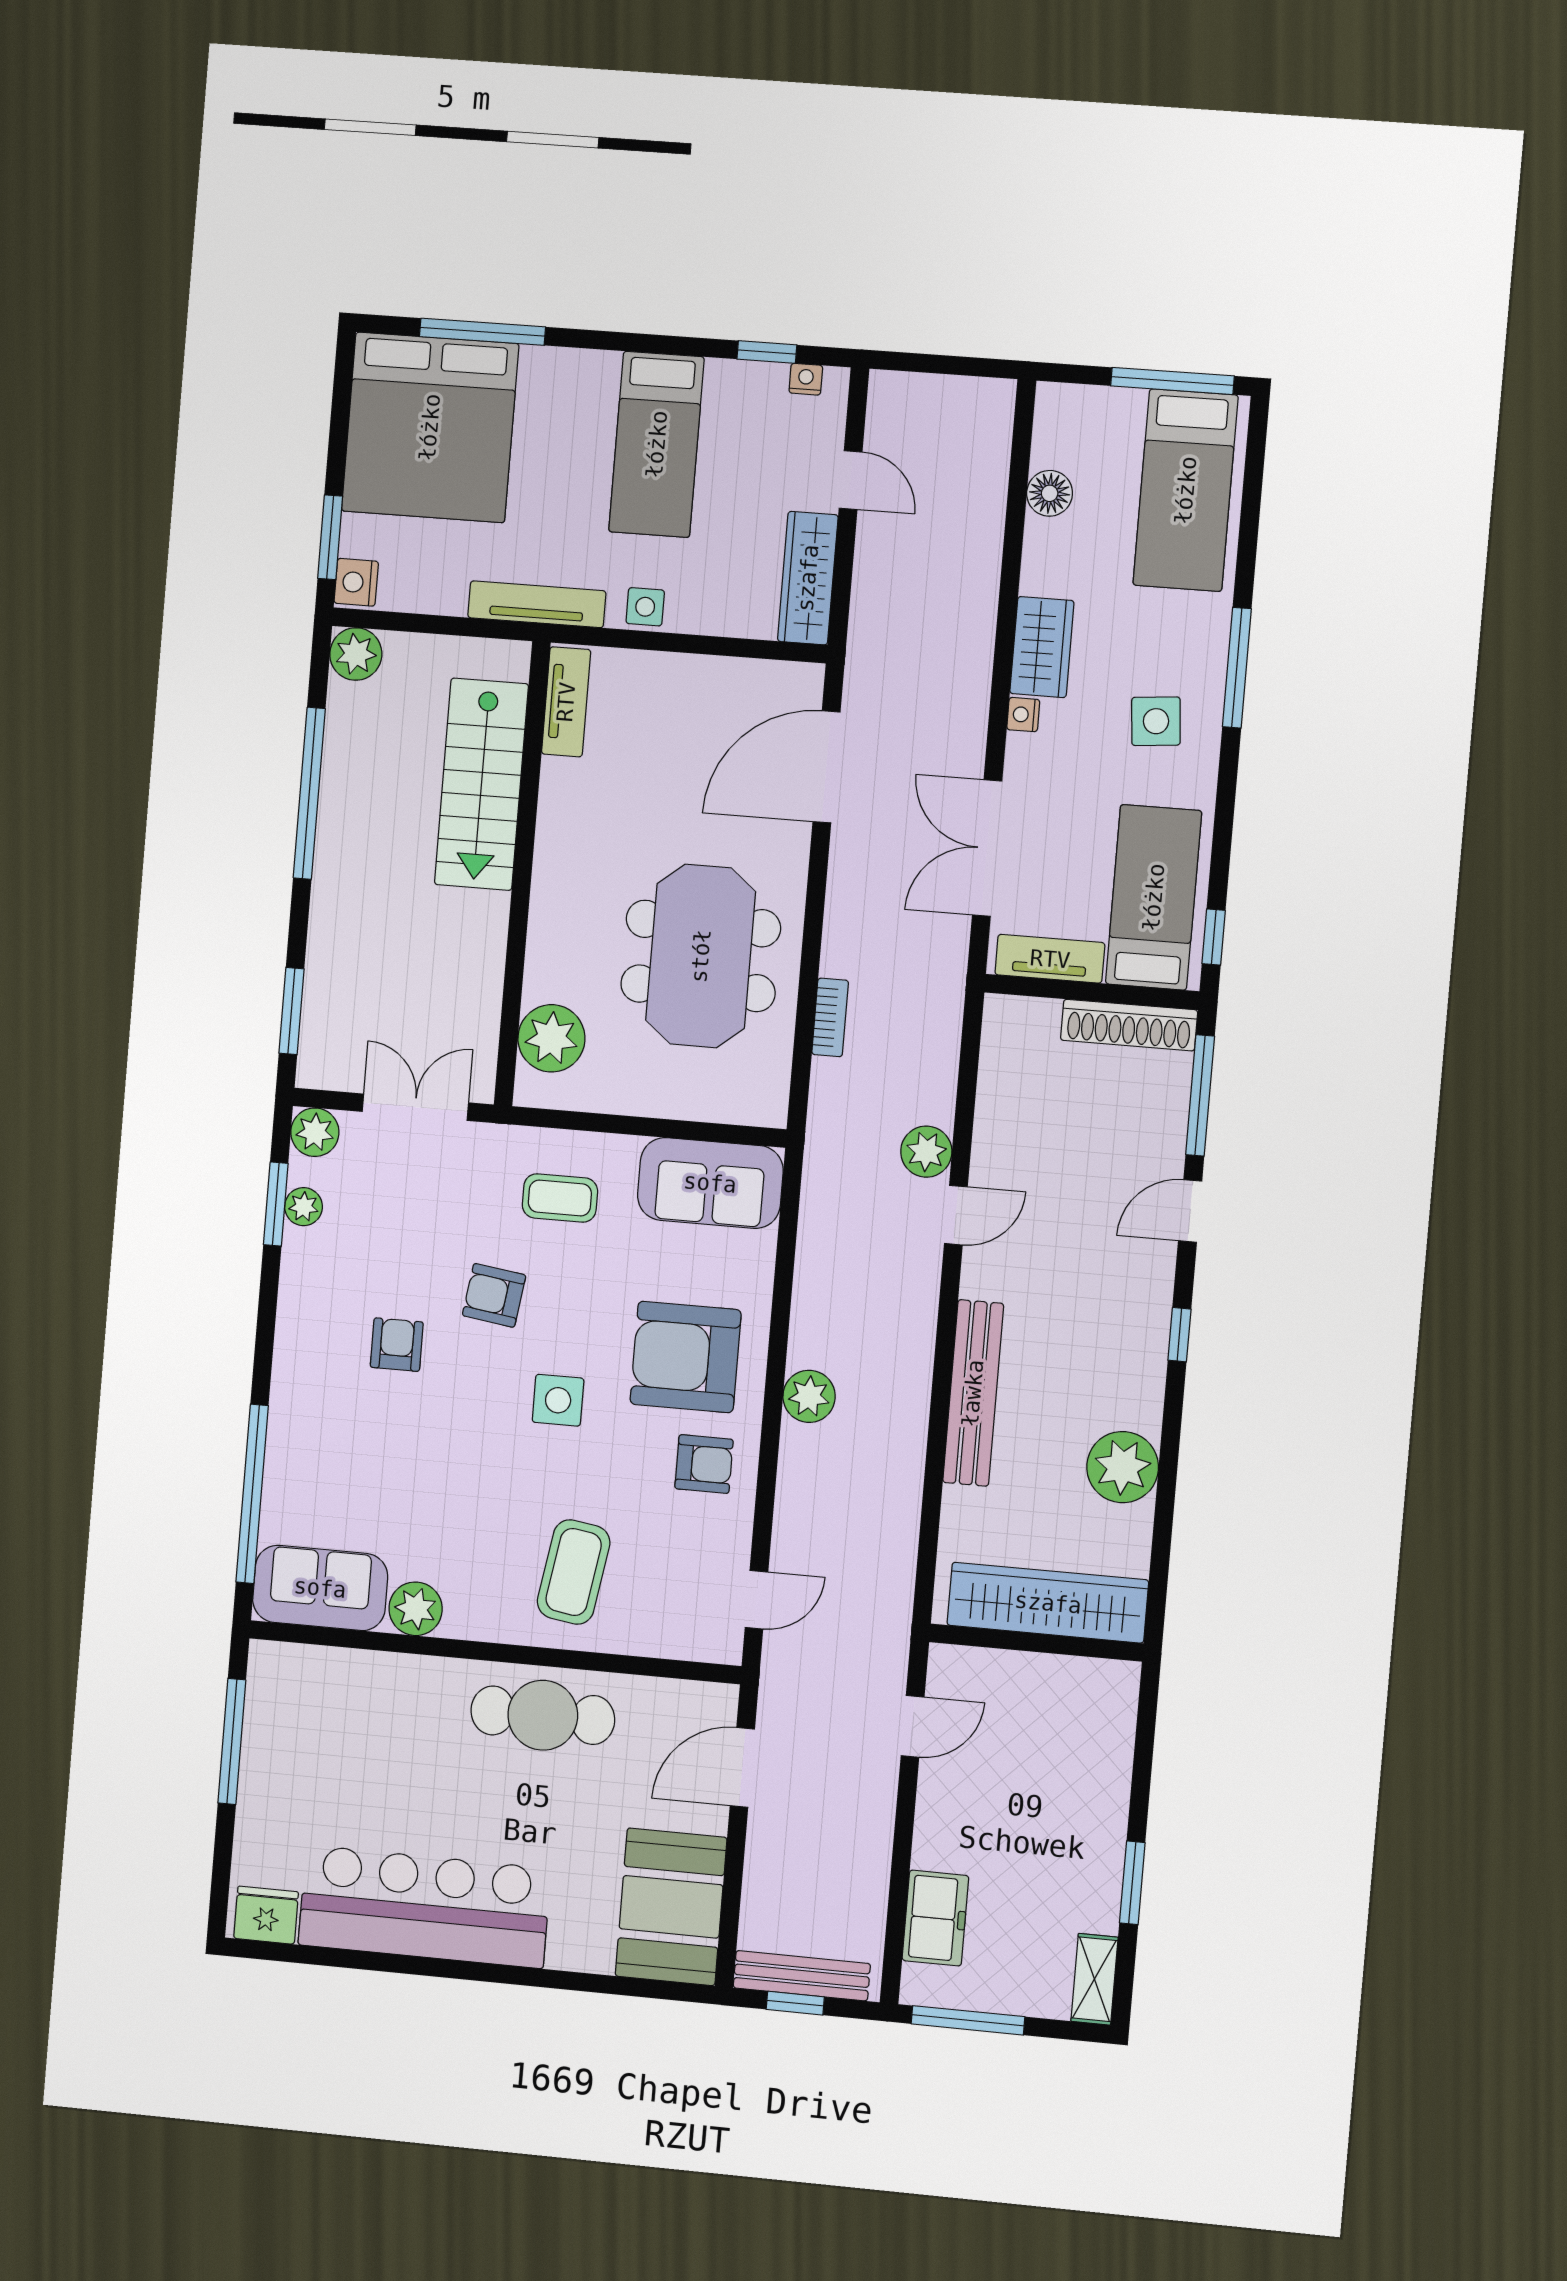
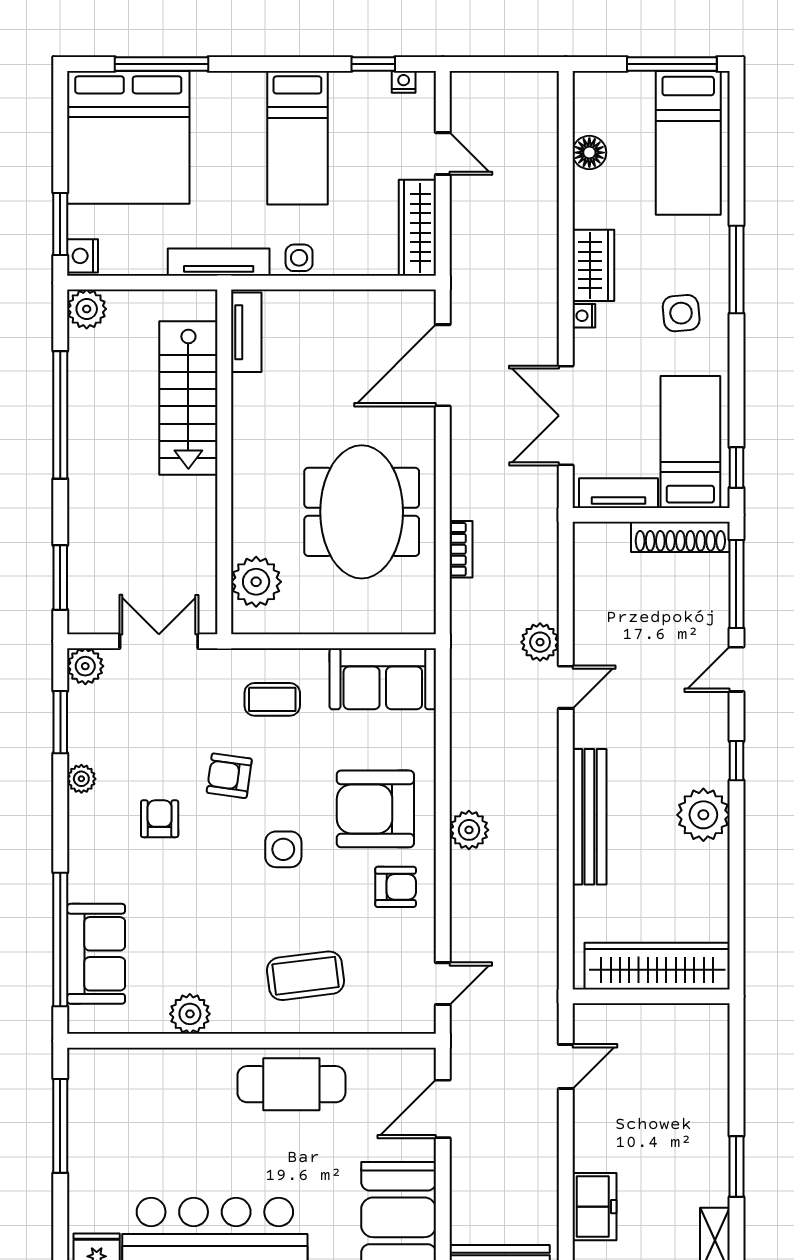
plant: (304, 1207) -> (81, 779), moved
plant: (1123, 1467) -> (703, 815), moved
coffee table: (574, 1572) -> (306, 976), turned 74
sofa: (320, 1588) -> (96, 954), moved, turned 90

